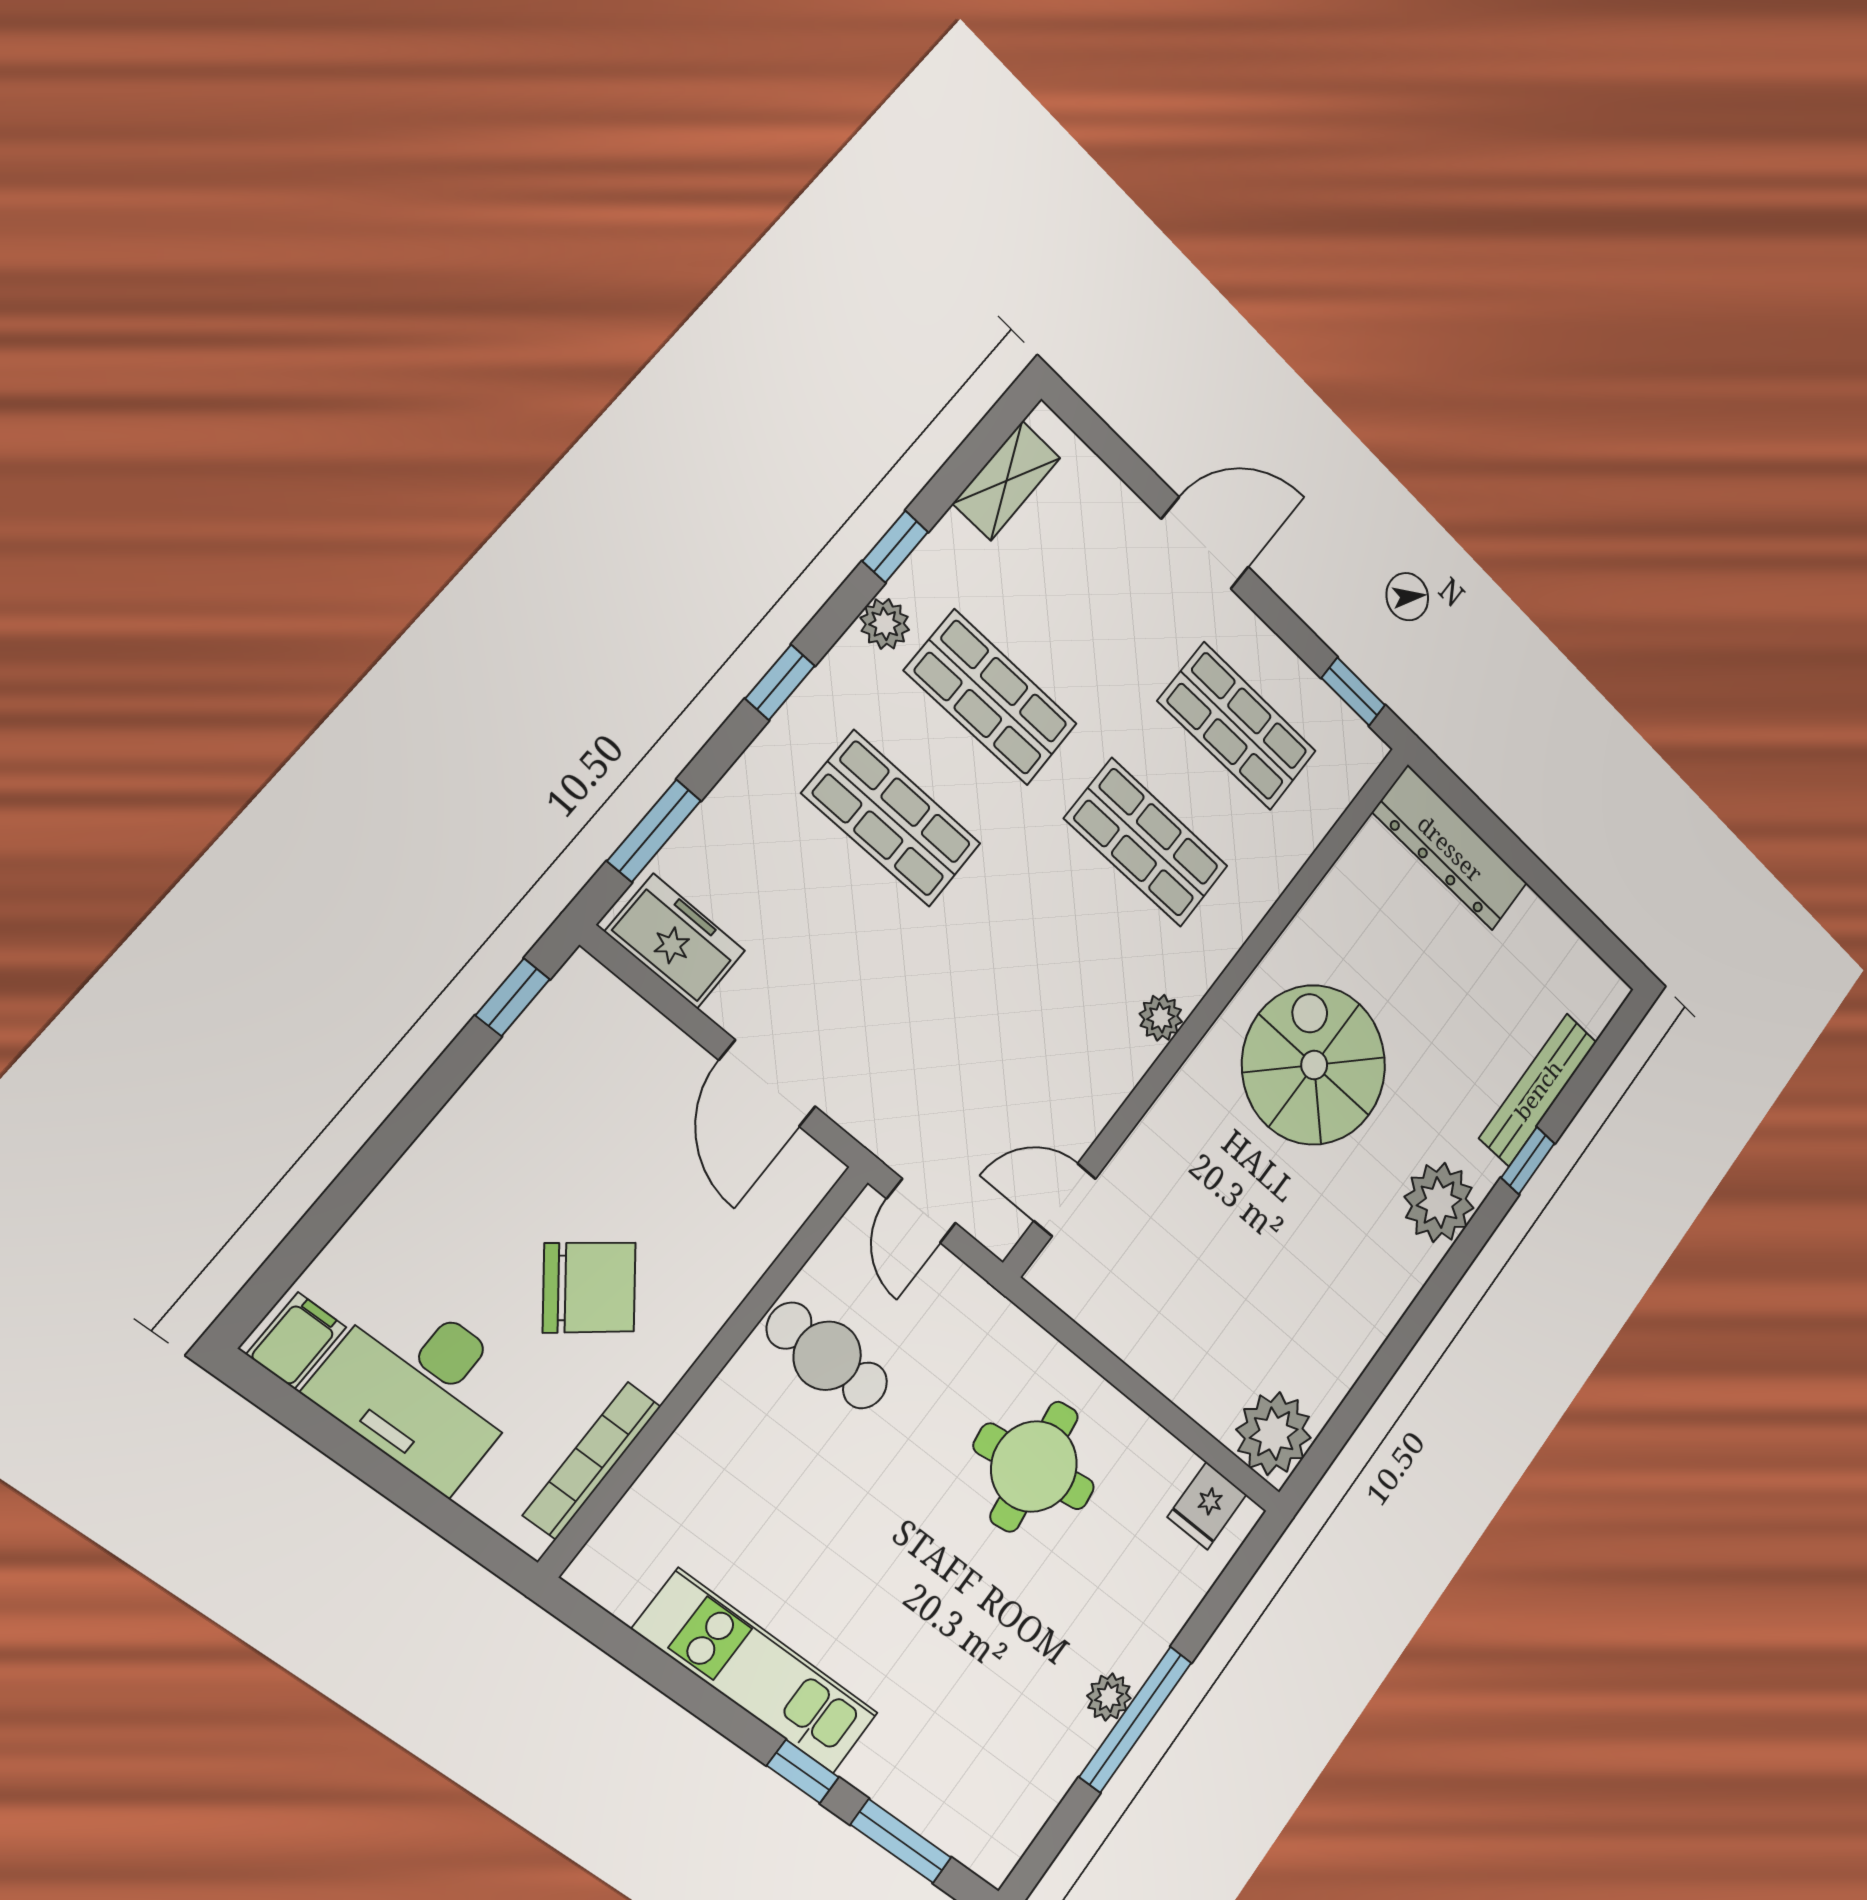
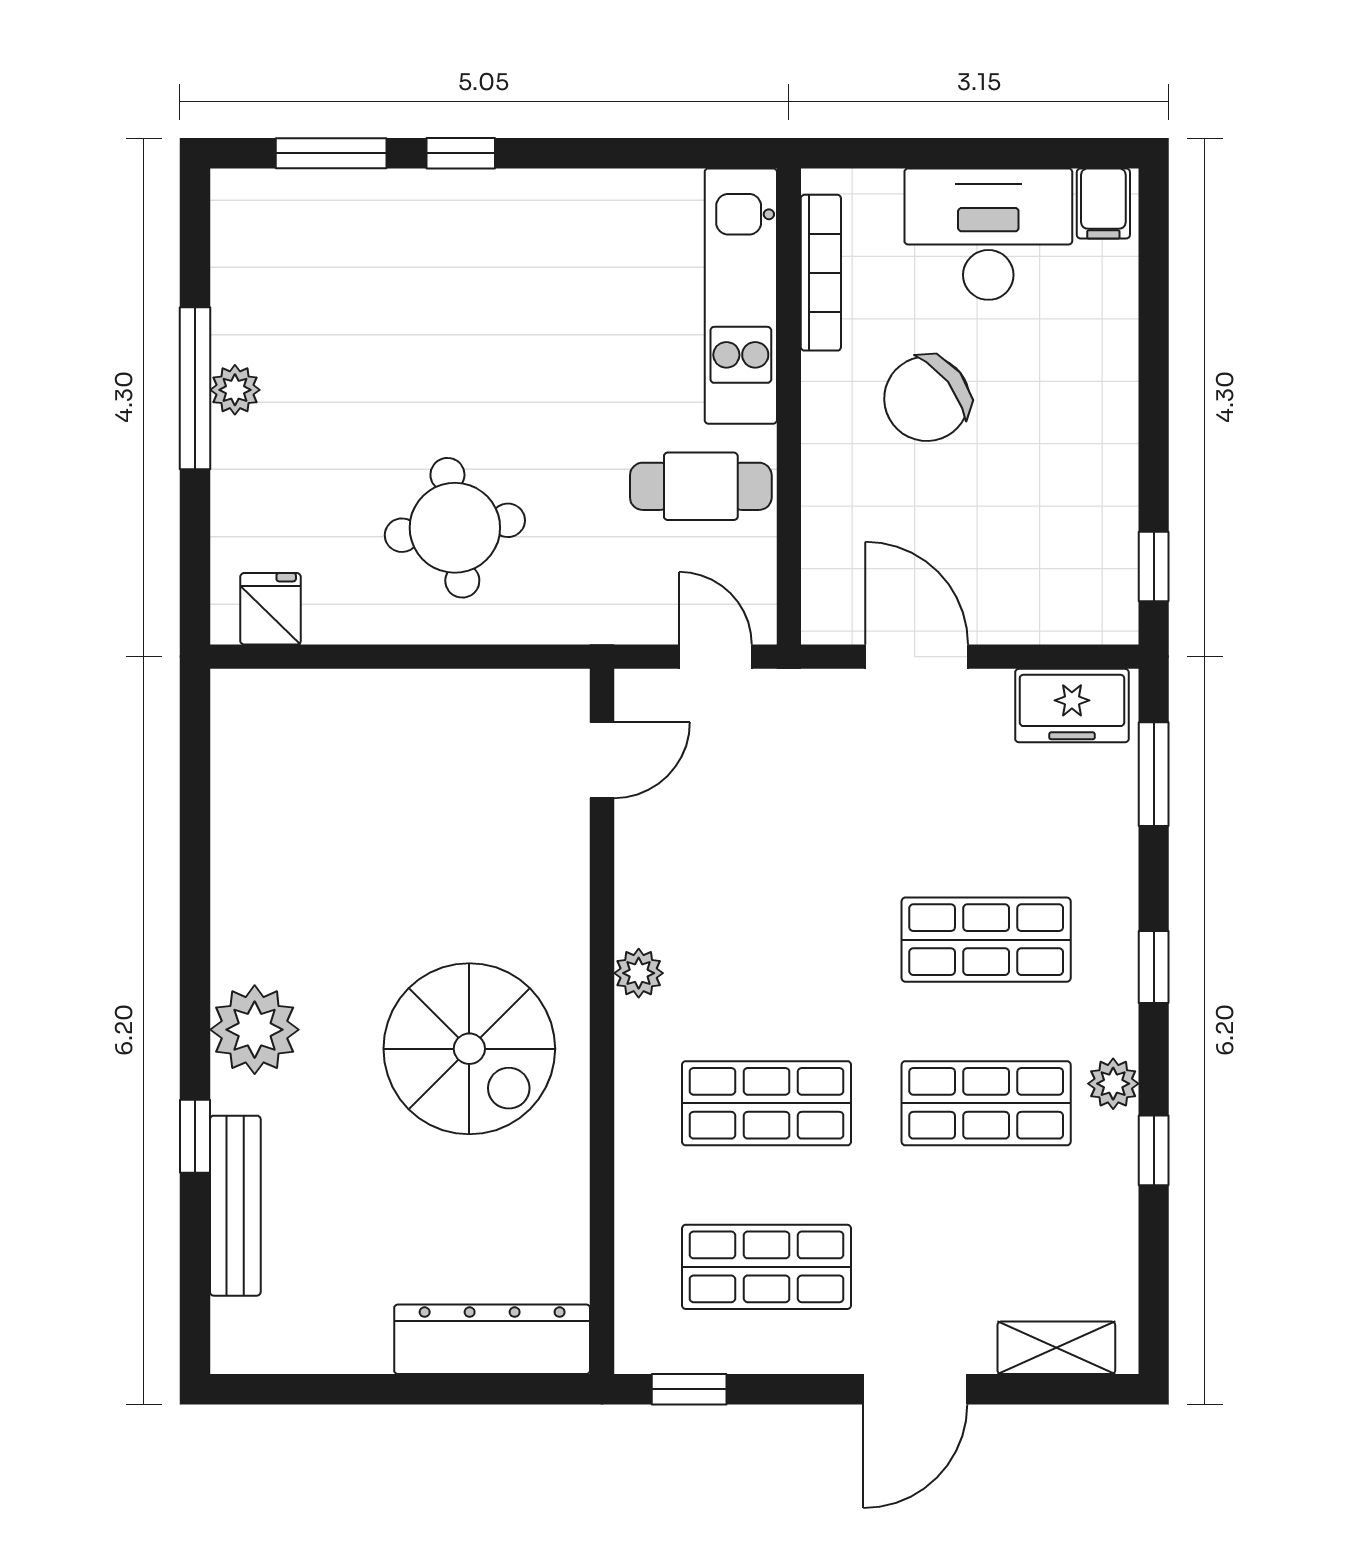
shelving: (1007, 481) -> (1056, 1348), moved, turned 90
plant: (1274, 1434) -> (256, 714), removed
kitchen unit: (757, 1672) -> (741, 296), moved, turned 90

